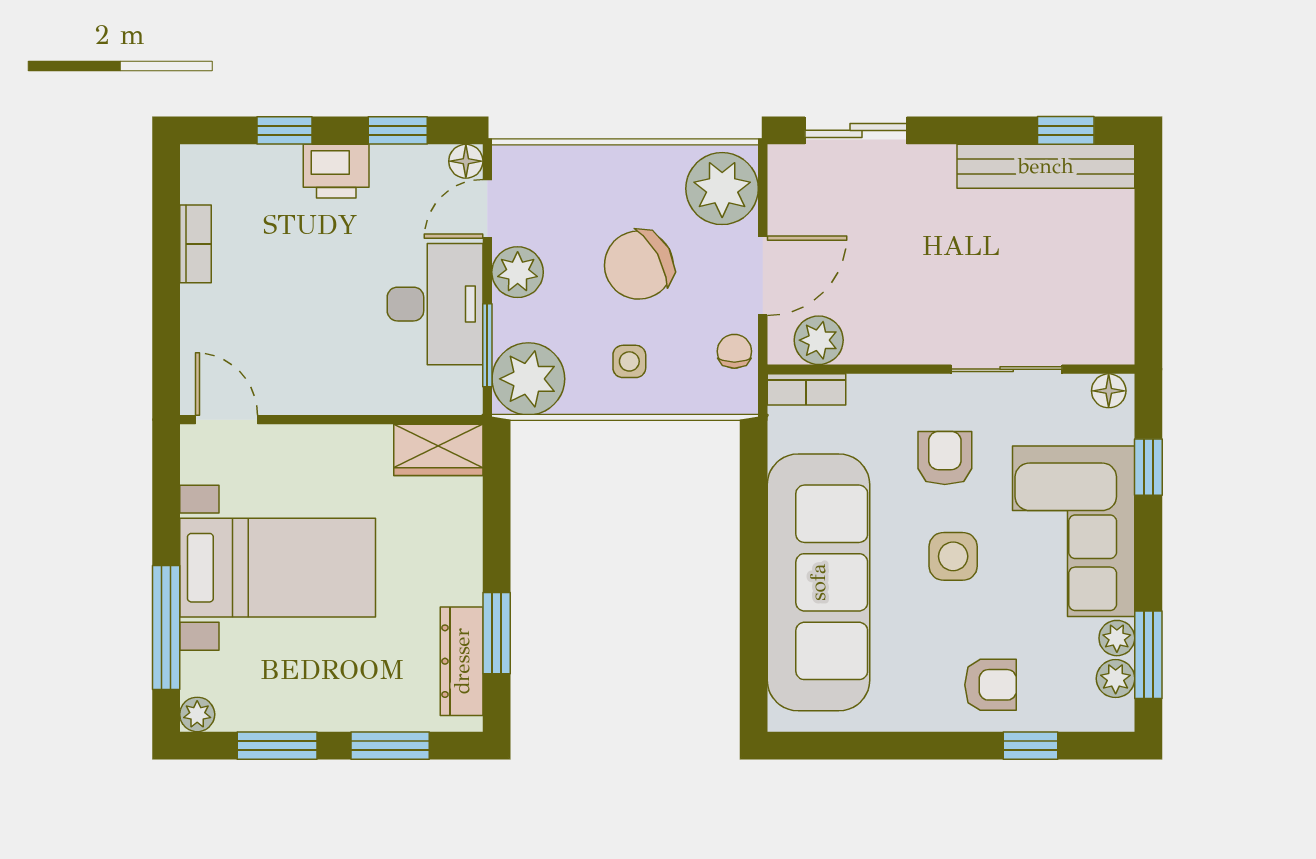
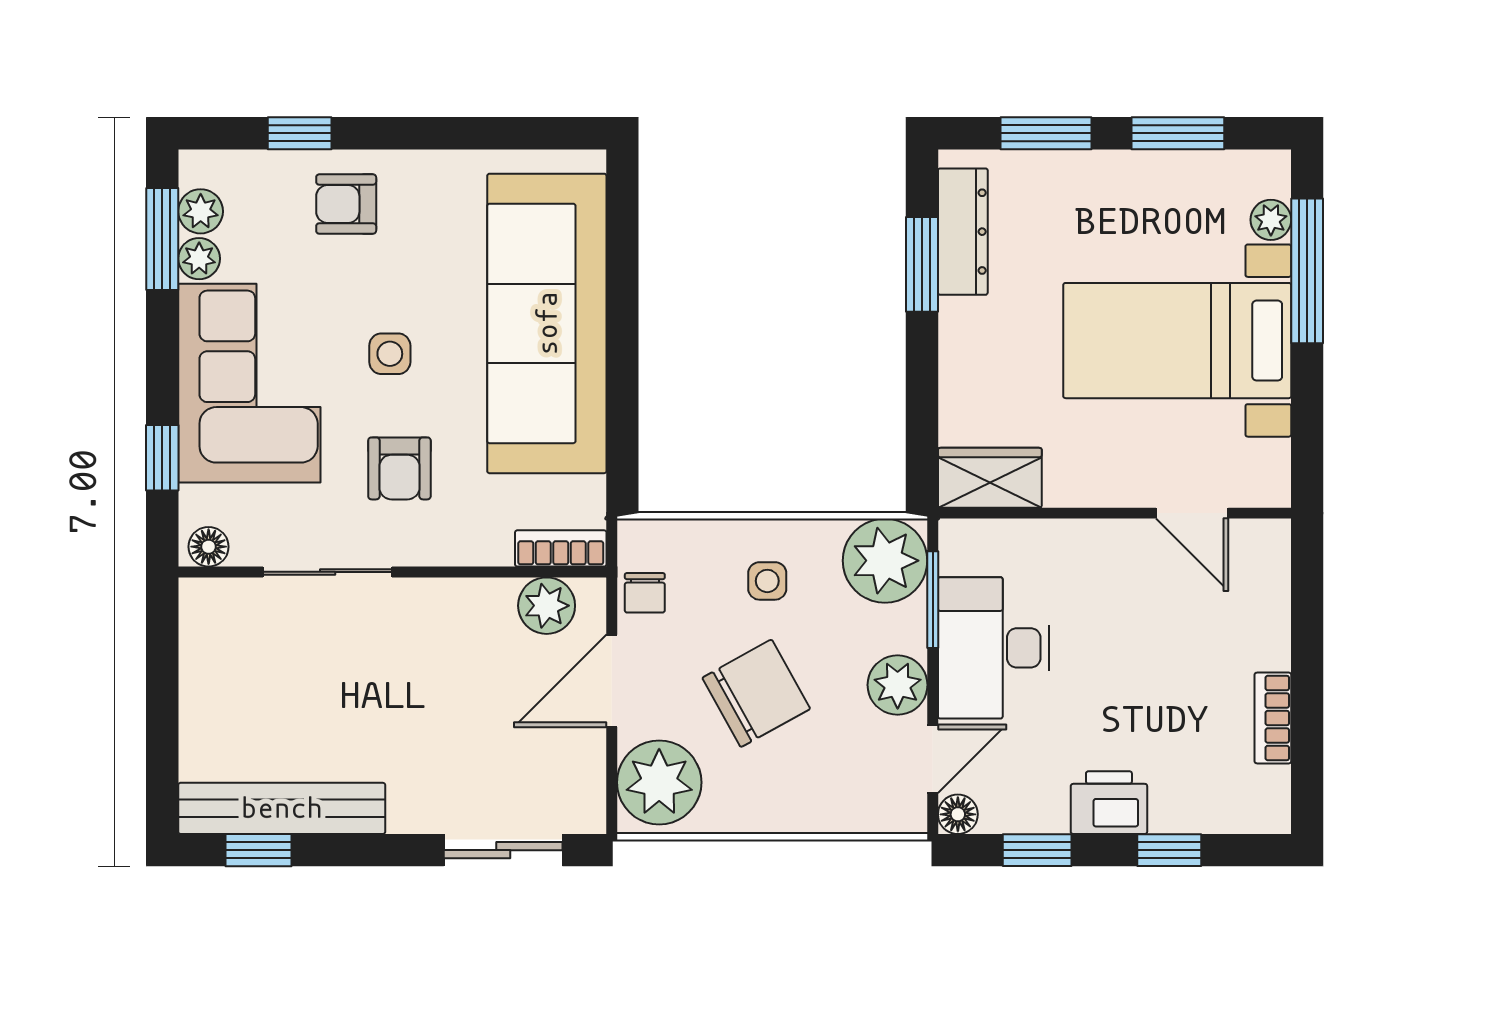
door: (226, 420) -> (1192, 513), moved
side table: (953, 556) -> (390, 354), width x0.73, depth x0.73
plant: (197, 714) -> (1271, 220), moved

